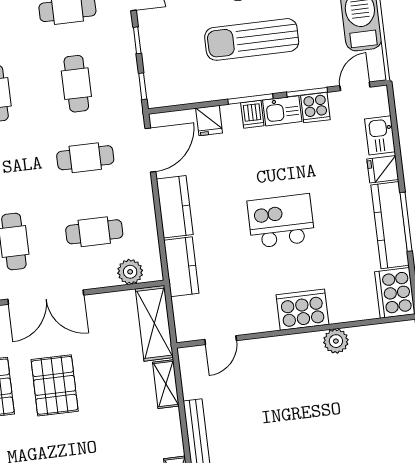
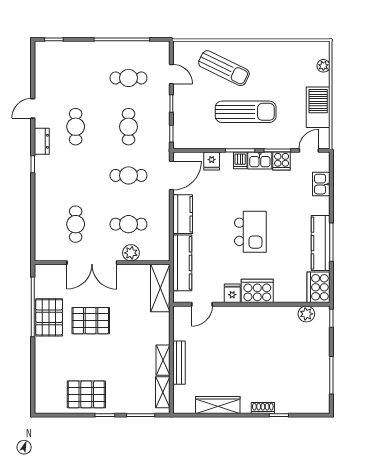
sun lounger: (252, 39) -> (246, 112), turned 180
fridge: (383, 169) -> (232, 293), moved, turned 90
kitchen island: (281, 221) -> (250, 232), turned 90
kitchen counter: (181, 267) -> (182, 263), width x1.50
plant: (130, 272) -> (131, 253), moved
plant: (336, 341) -> (306, 314), moved
shelving: (166, 384) -> (163, 360), moved
pallet: (55, 385) -> (91, 321), turned 90

